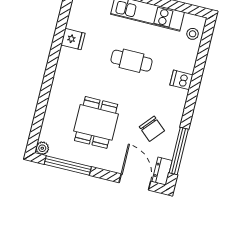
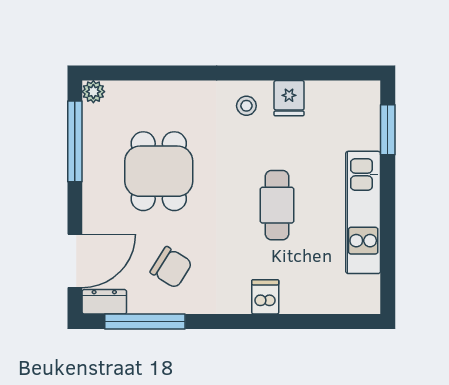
stool: (193, 34) -> (246, 106), moved
dining table: (96, 122) -> (159, 171), turned 90
chair: (152, 129) -> (171, 267), turned -99

